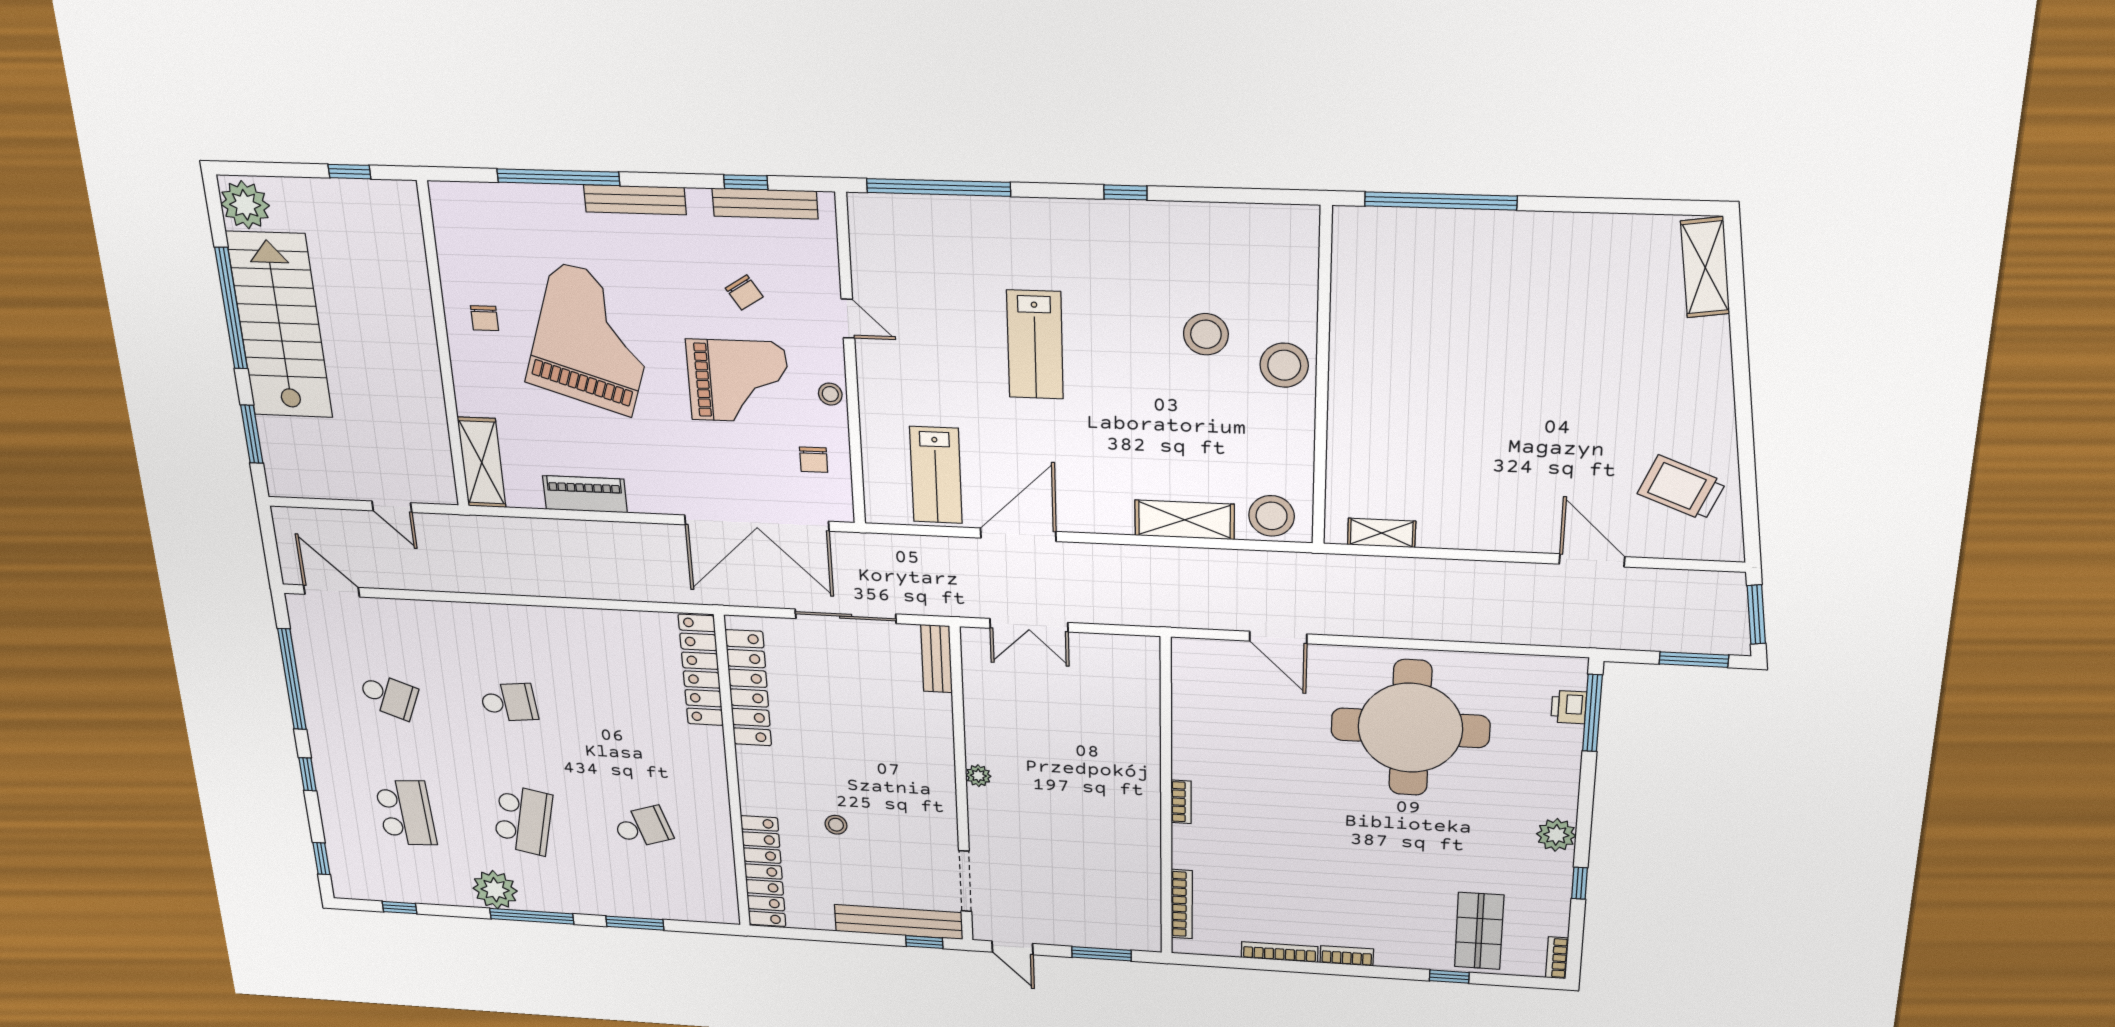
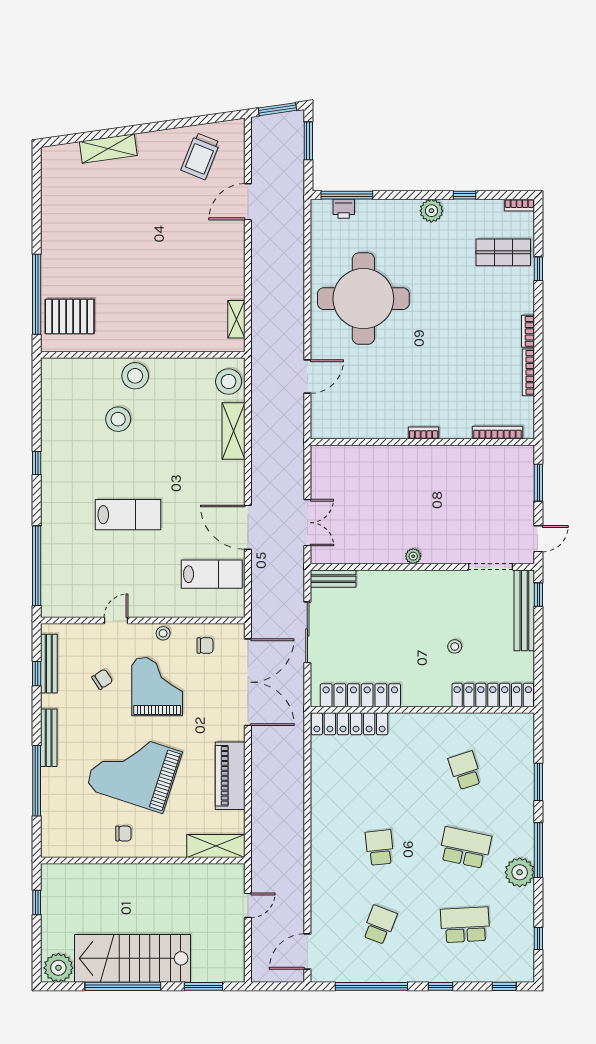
pallet: (1396, 258) -> (70, 317), added
shelving: (1705, 267) -> (108, 149), moved
piano: (585, 494) -> (230, 776), width x1.37, depth x1.33

